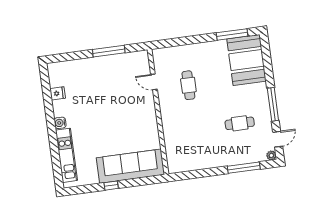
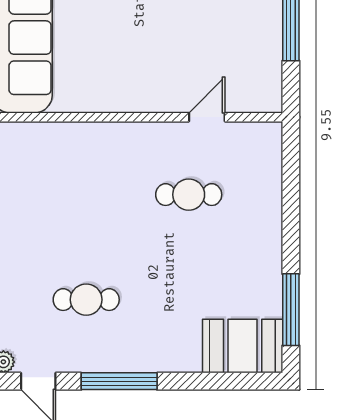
booth: (247, 60) -> (243, 346), width x0.73, depth x0.70
cafe table: (240, 123) -> (86, 300), turned 90

